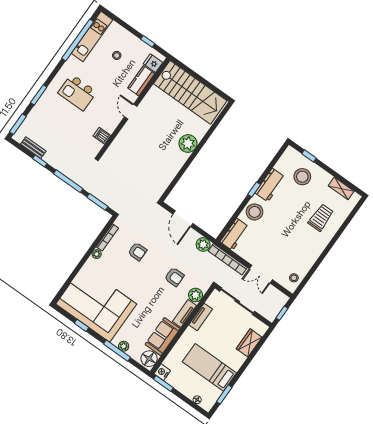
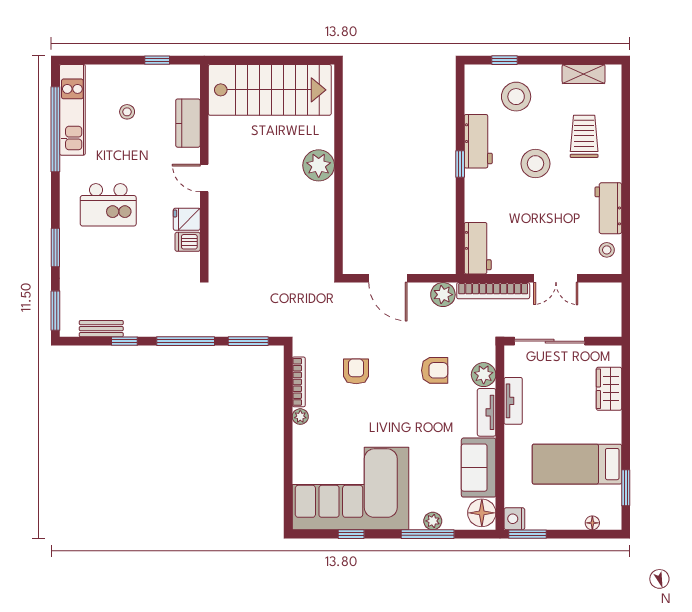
fridge: (153, 63) -> (187, 219), moved
stool: (255, 212) -> (535, 164), moved
armchair: (137, 251) -> (356, 371), turned -90
workbench: (308, 259) -> (608, 208), added
window: (282, 313) -> (626, 313), removed

